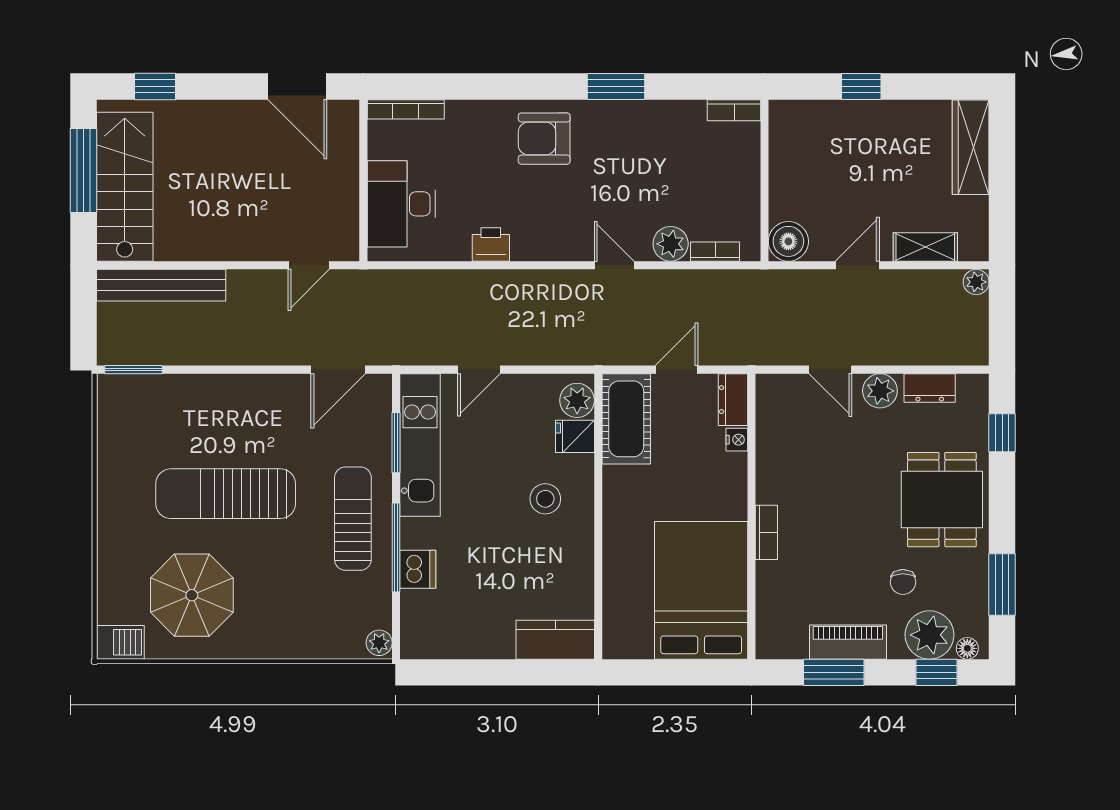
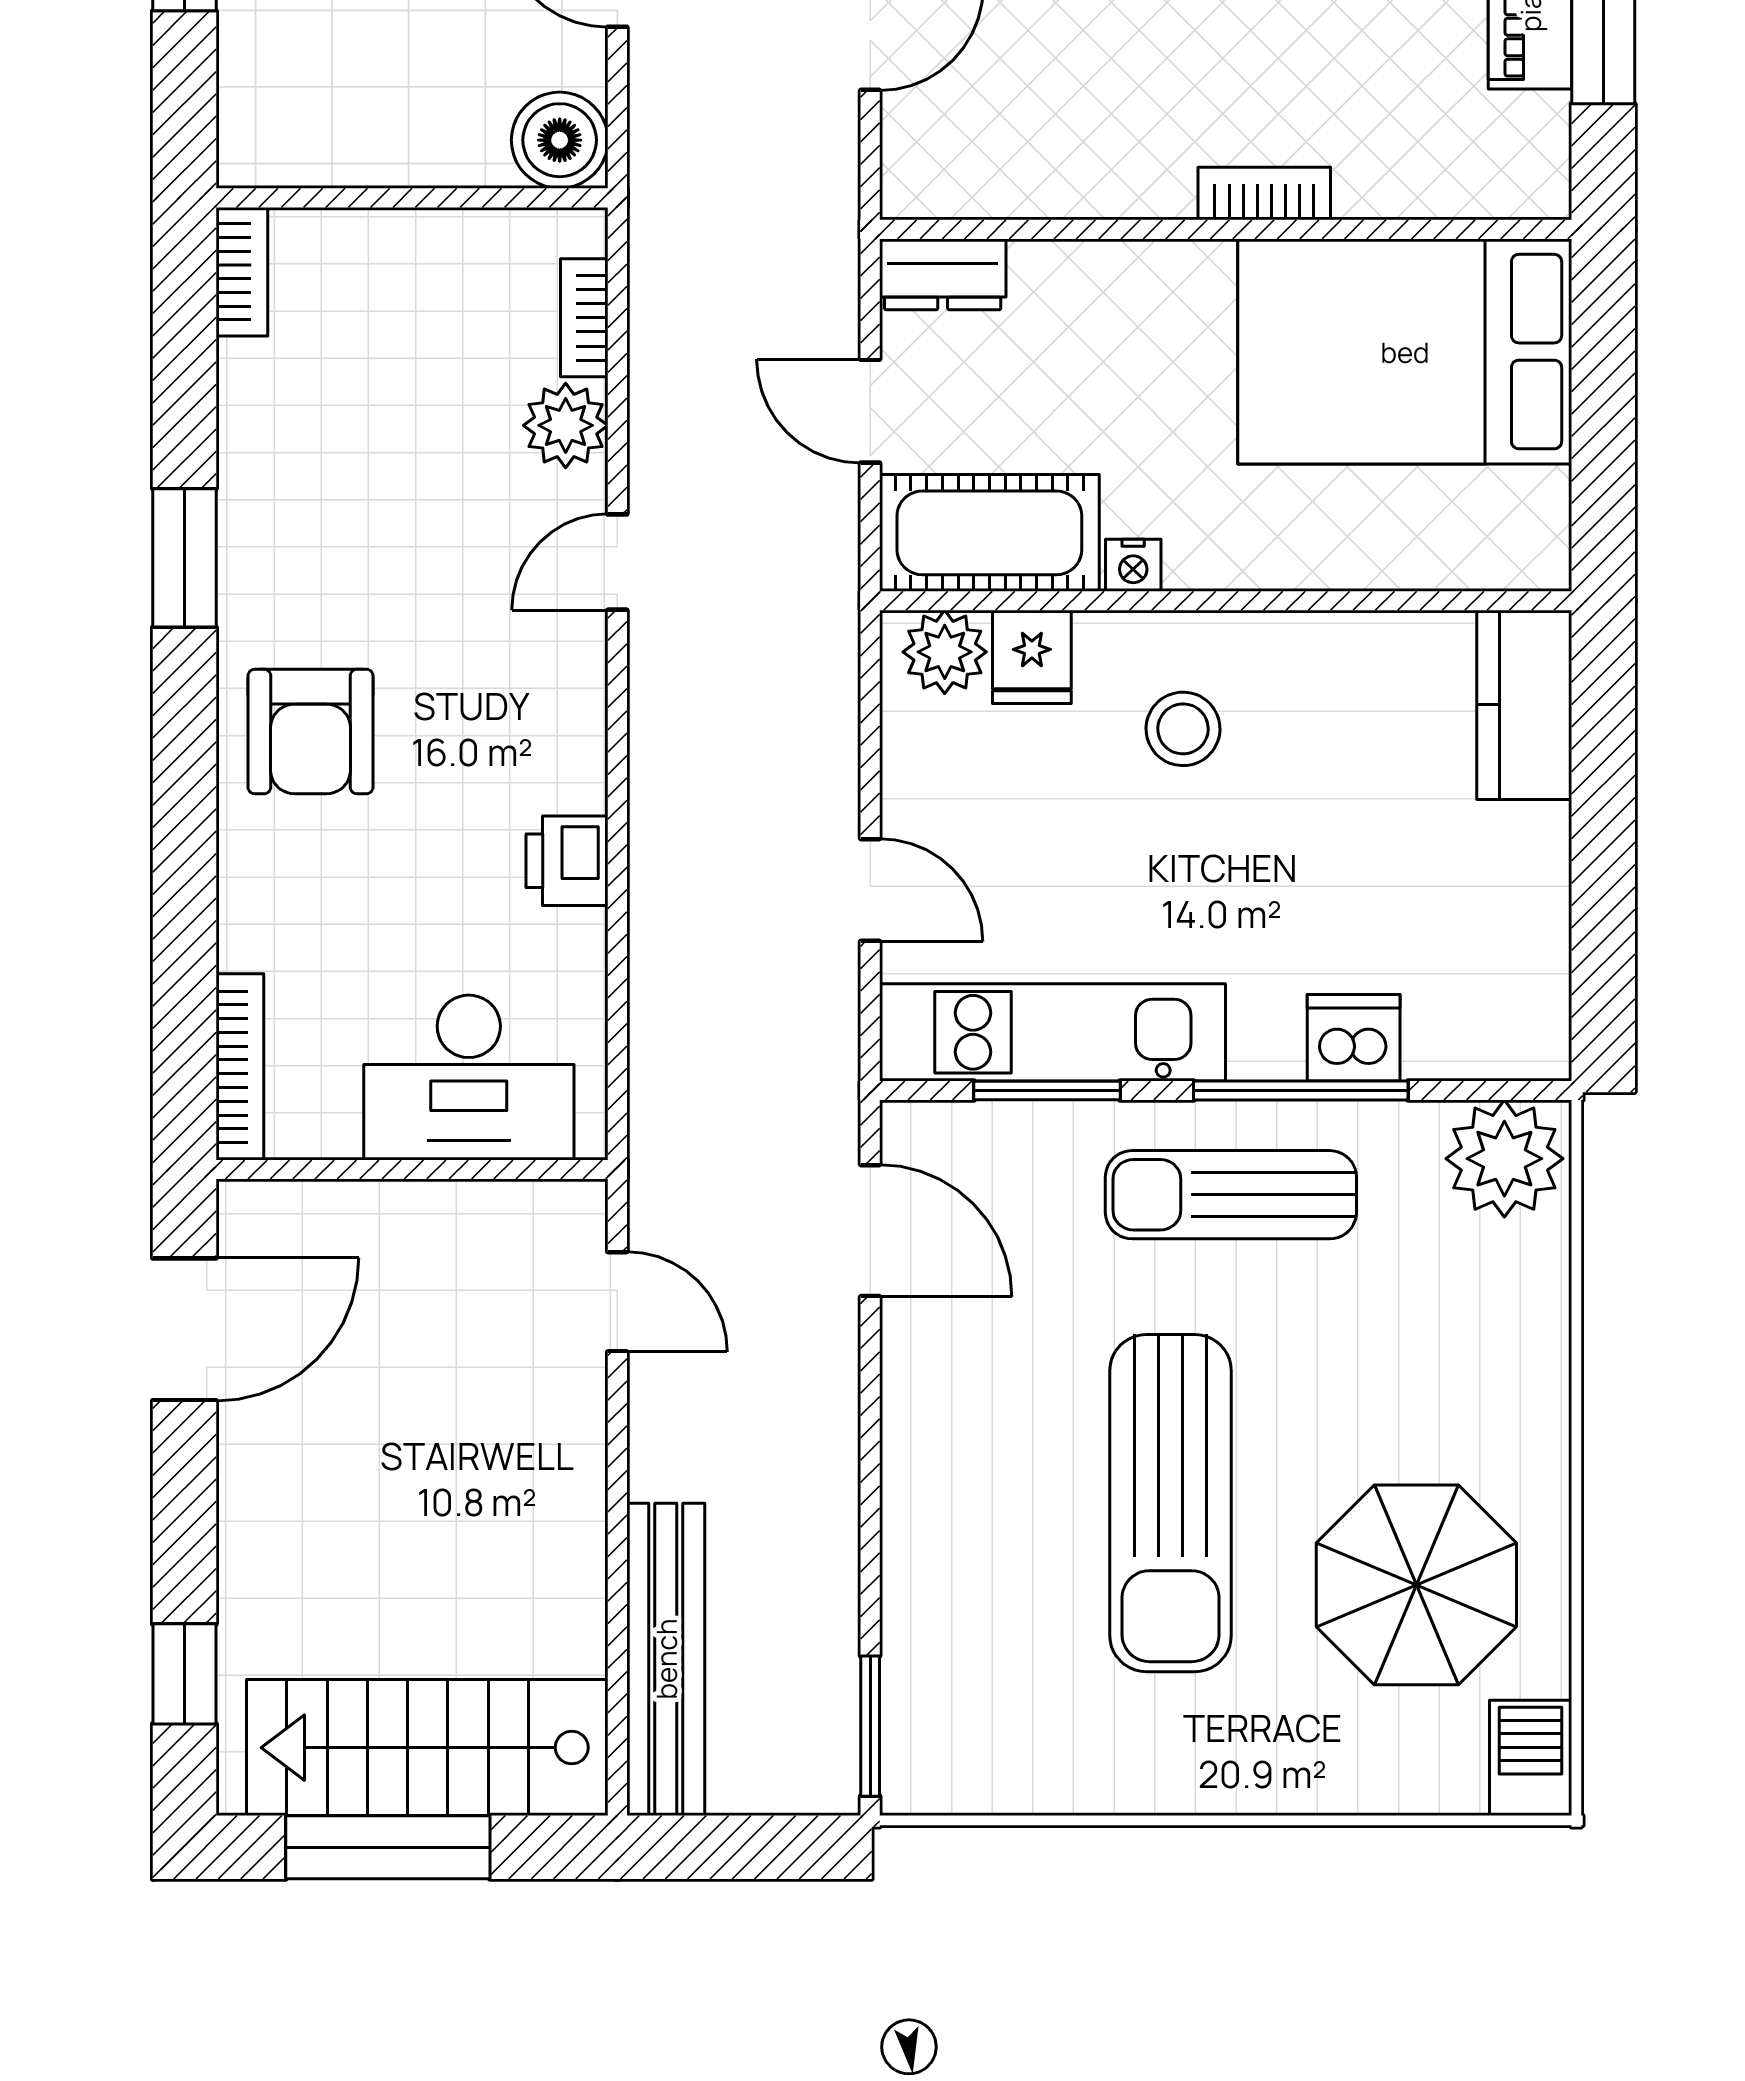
nightstand: (737, 440) -> (1133, 565), moved, turned 180
plant: (379, 643) -> (1504, 1159), width x1.88, depth x1.88

